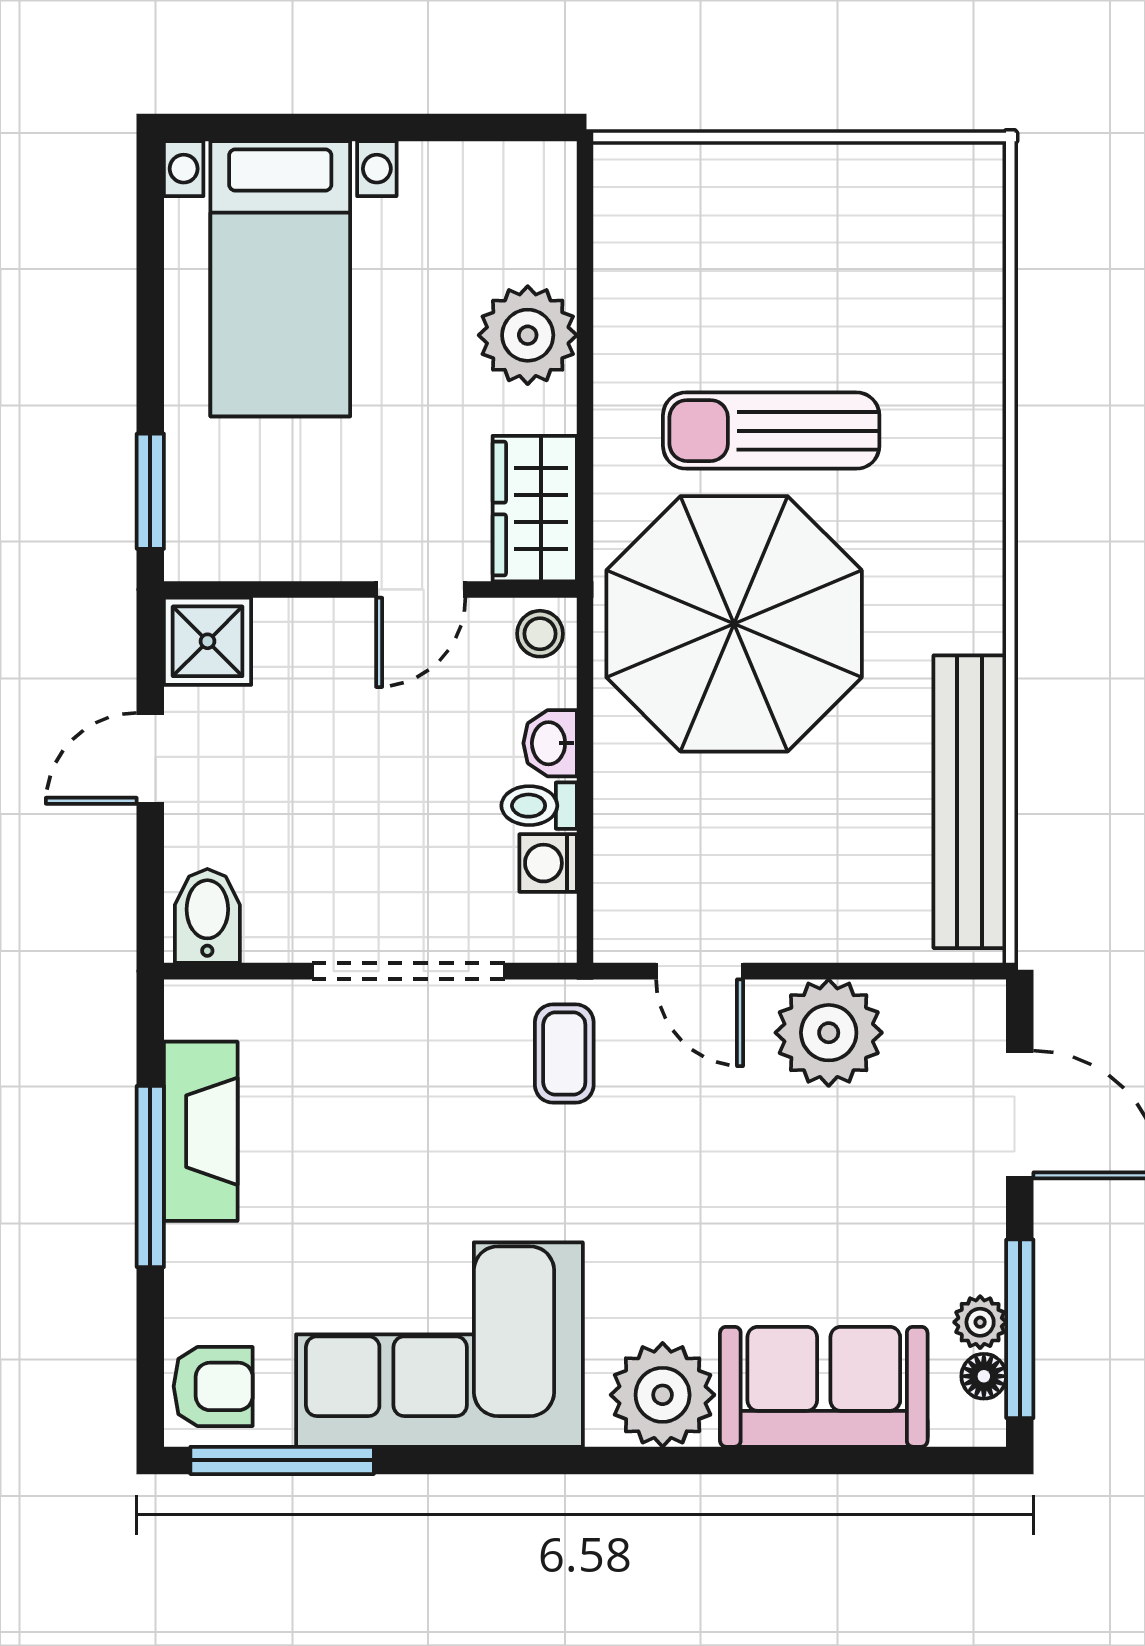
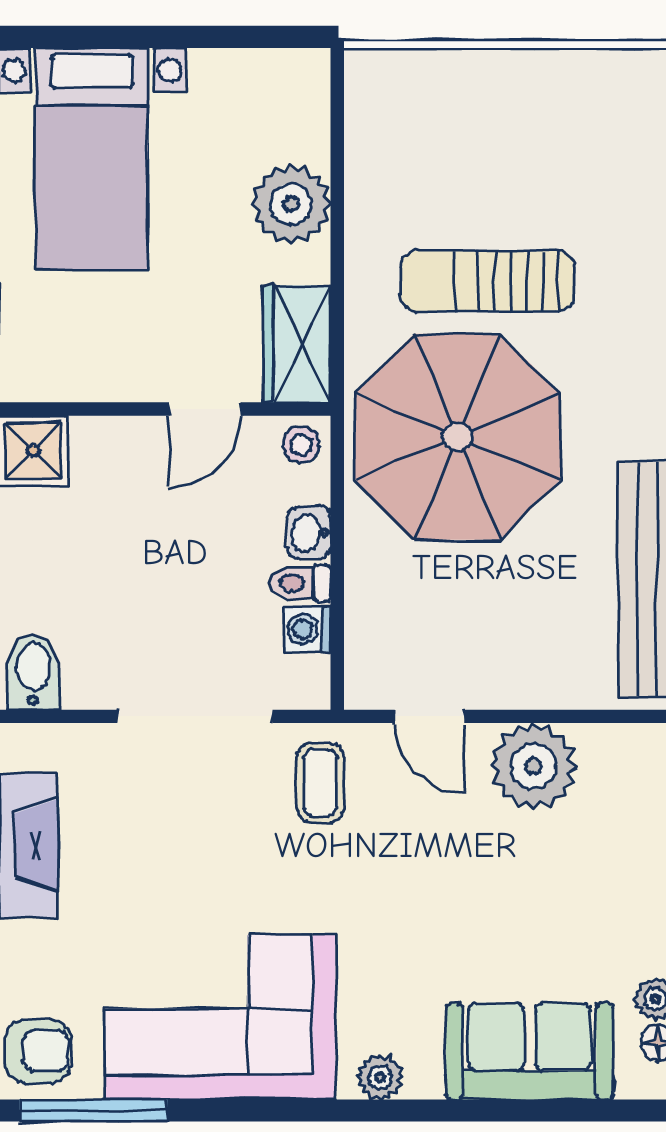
plant: (663, 1395) -> (380, 1077), width x0.53, depth x0.53

